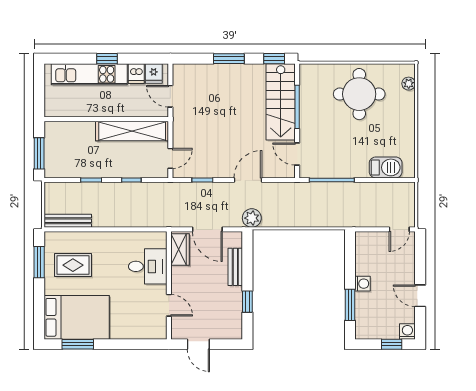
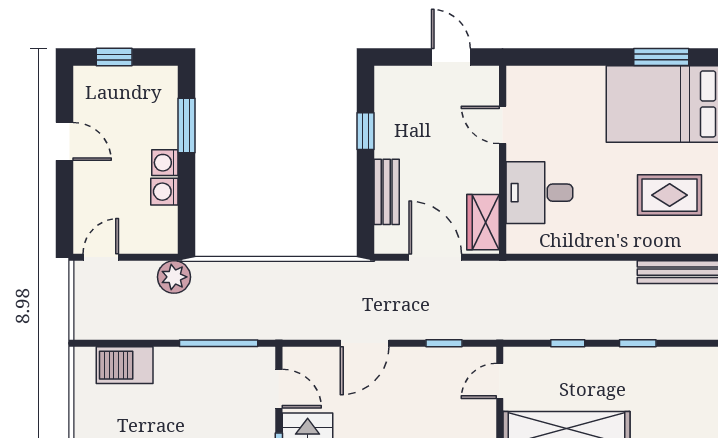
plant: (252, 218) -> (174, 277), moved
washing machine: (407, 331) -> (164, 192), moved, turned 90

